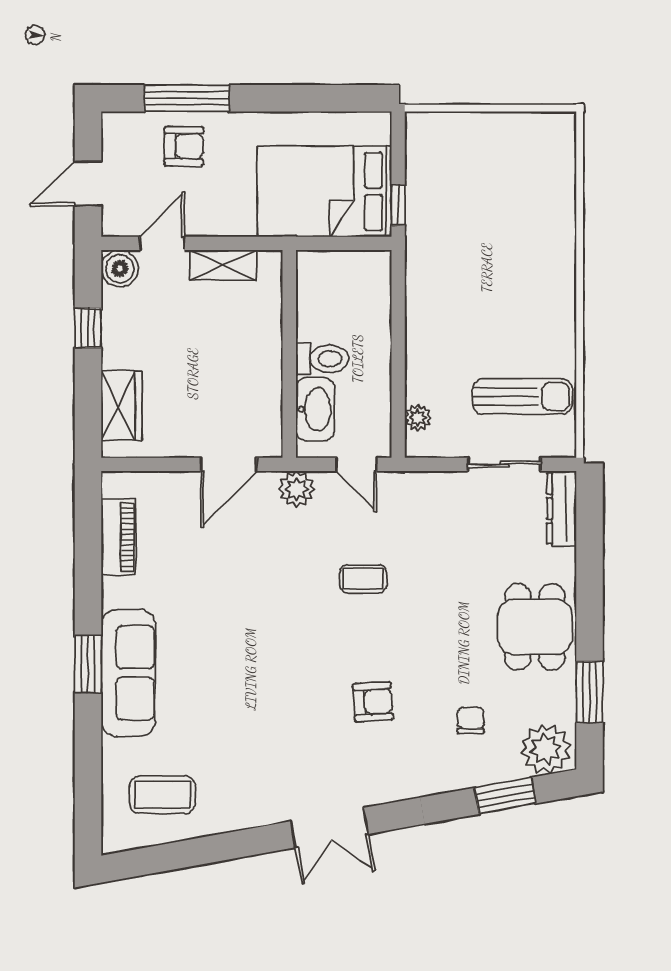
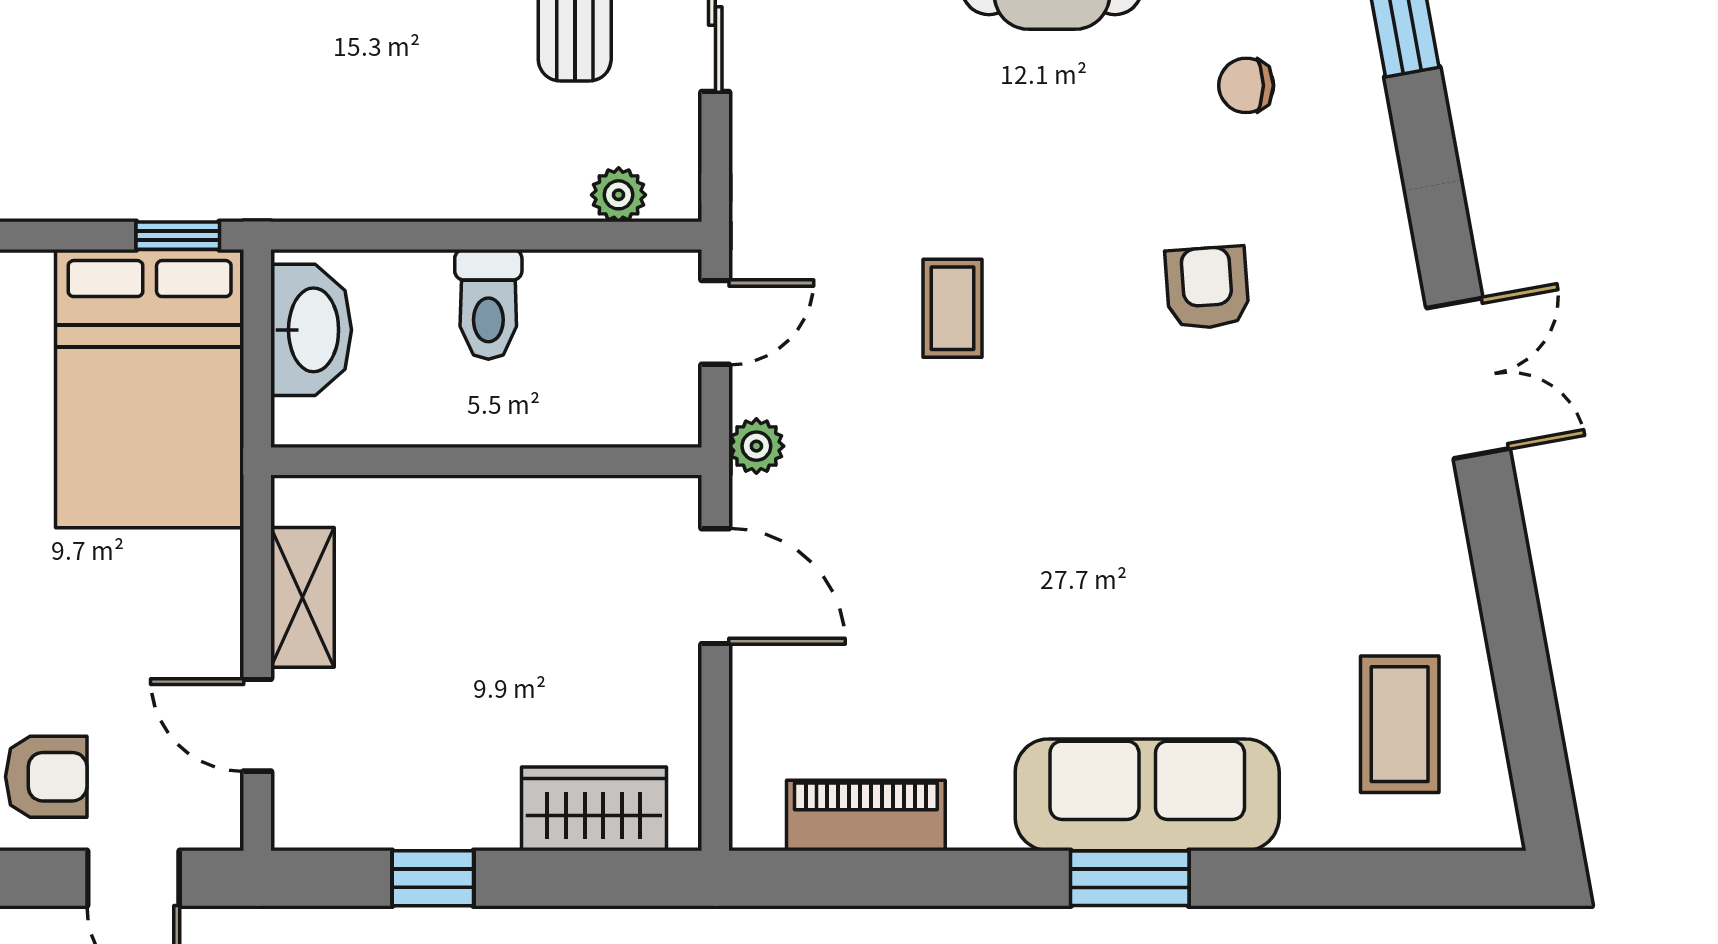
armchair: (184, 146) -> (46, 777), moved, turned 90
boiler: (120, 268) -> (309, 813), removed
toilet: (322, 359) -> (488, 304), moved, turned 180
washbasin: (315, 409) -> (311, 330), moved, turned 90
plant: (297, 489) -> (756, 446), width x0.73, depth x0.73

